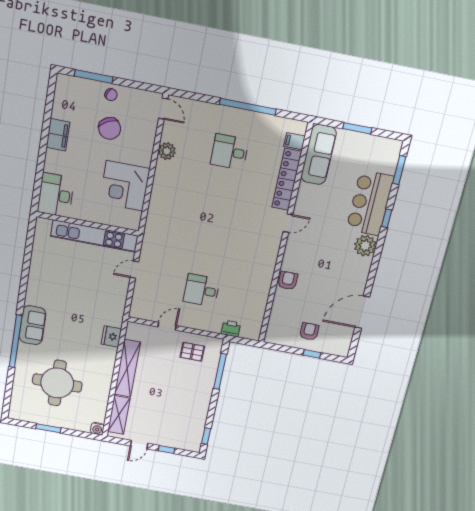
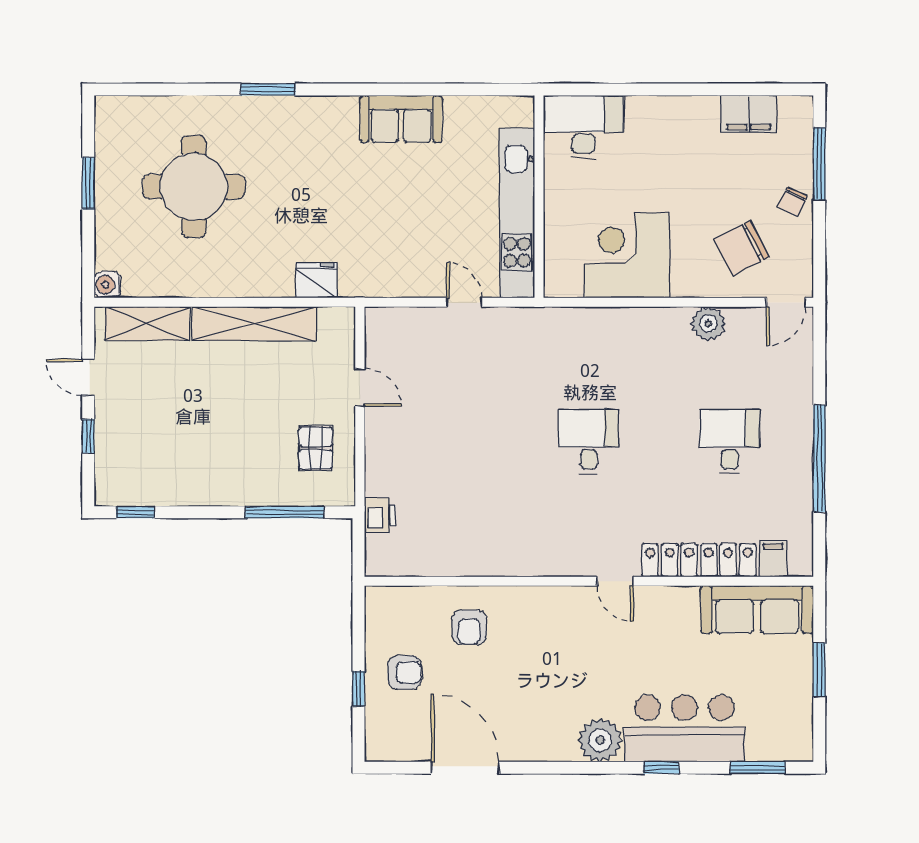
chair: (110, 128) -> (741, 248), moved
filing cabinet: (58, 135) -> (749, 114), moved
armchair: (288, 281) -> (469, 627), moved, turned 90
desk: (202, 290) -> (589, 442), moved
sofa: (32, 325) -> (401, 119), moved
window: (15, 341) -> (268, 89), width x0.47

